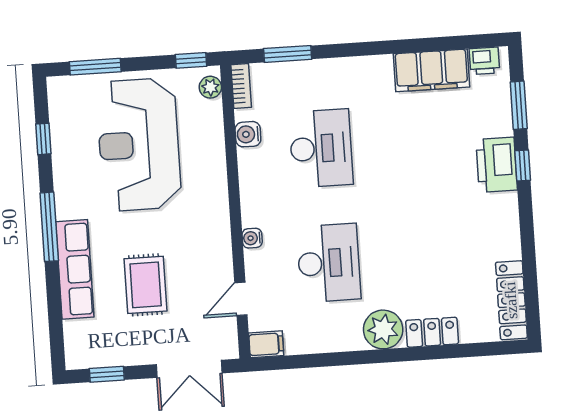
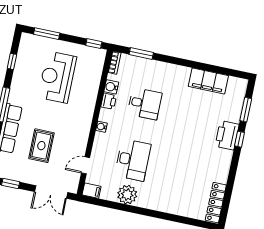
printer: (484, 61) -> (109, 101), moved, turned -90
plant: (210, 87) -> (99, 59), removed
reception desk: (139, 145) -> (57, 77), width x0.74, depth x0.77
desk: (321, 148) -> (145, 104), width x0.73
water cooler: (252, 238) -> (101, 127), moved
plant: (383, 329) -> (127, 195), moved
locker: (432, 332) -> (173, 207), removed

